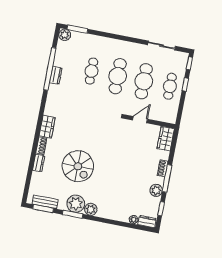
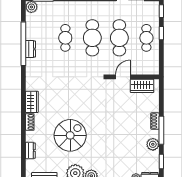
wardrobe: (166, 139) -> (142, 86), moved, turned -90
dresser: (39, 163) -> (30, 151), moved
spiral stairs: (78, 166) -> (70, 135), turned -90

